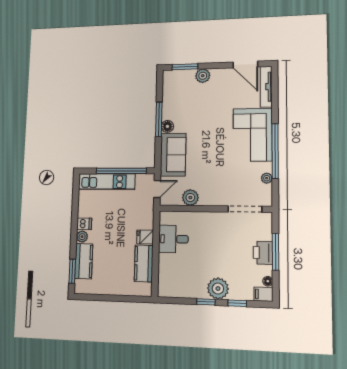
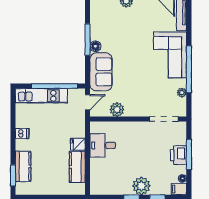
plant: (82, 237) -> (21, 145), removed

